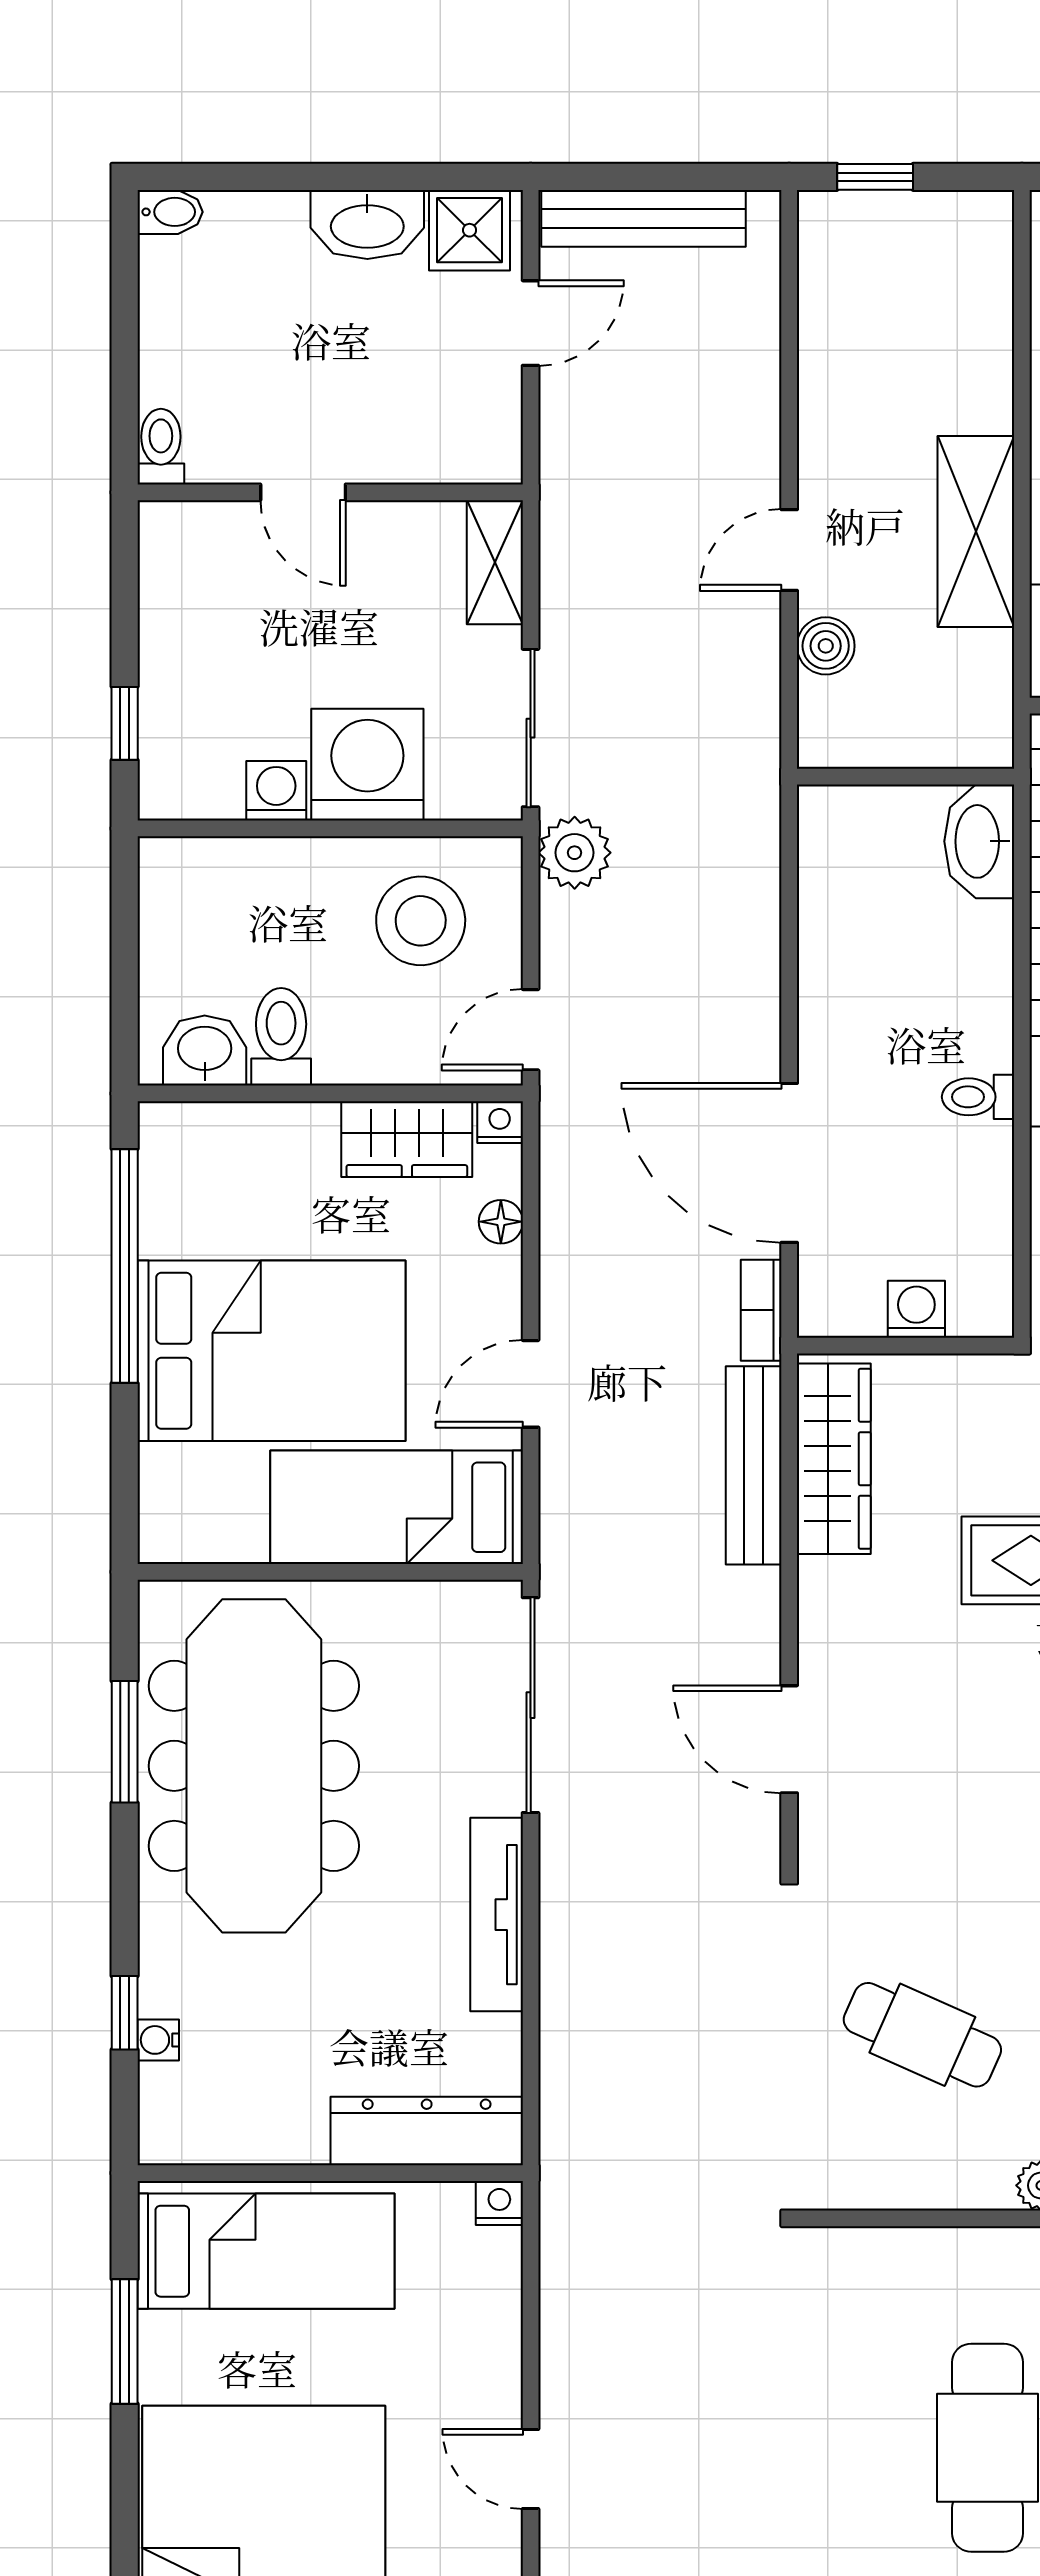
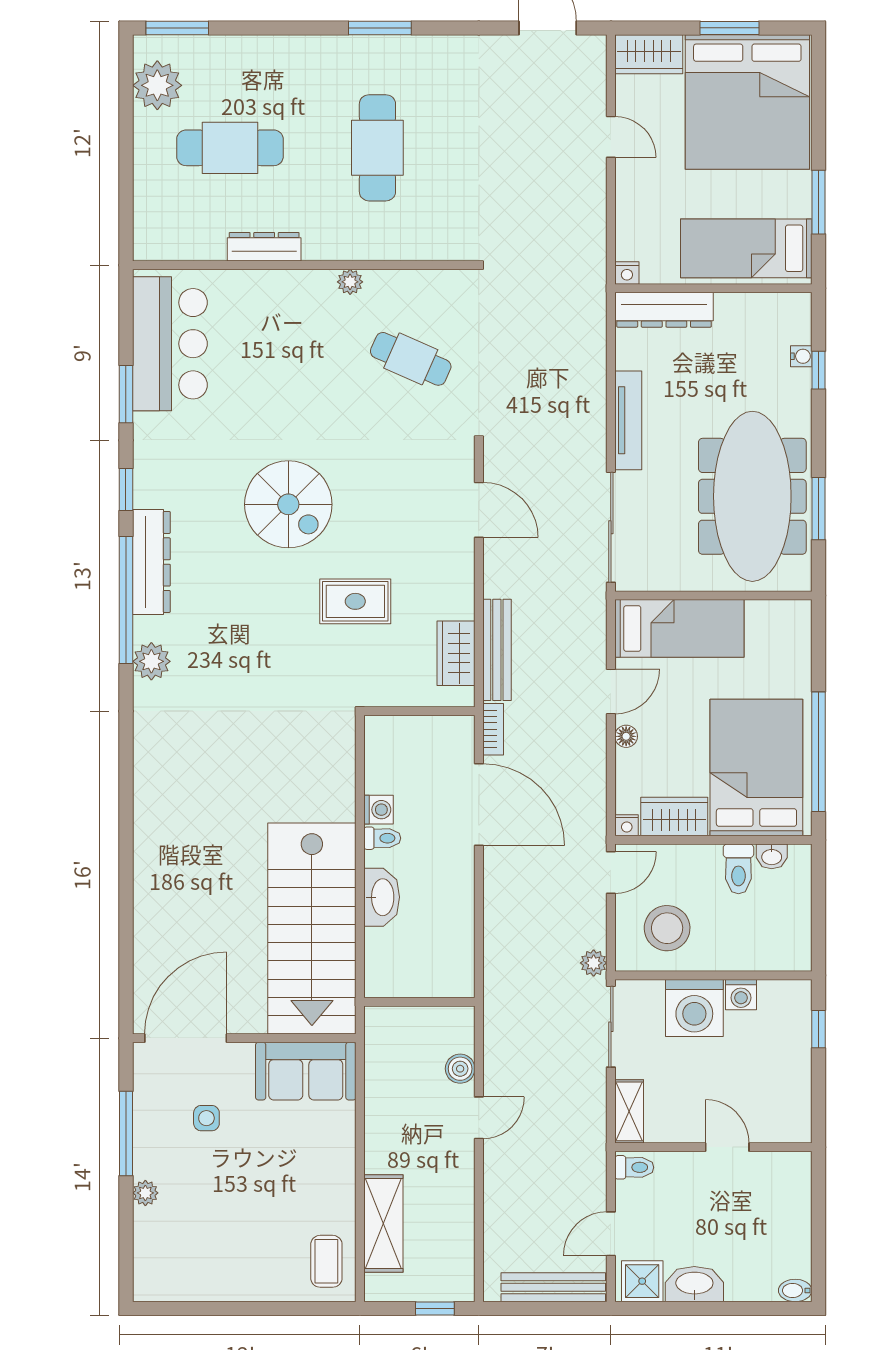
toilet: (161, 447) -> (634, 1167), moved, turned -90
shelving: (976, 532) -> (383, 1224), moved
washbasin: (979, 841) -> (382, 897), moved
plant: (575, 853) -> (594, 963), width x0.73, depth x0.73
washbasin: (205, 1051) -> (772, 856), width x0.72, depth x0.69
floor lamp: (501, 1222) -> (626, 736), moved
washing machine: (916, 1309) -> (378, 810), moved, turned -90
bed: (272, 1351) -> (756, 768), moved, turned 90
wardrobe: (834, 1459) -> (456, 653), width x0.67

